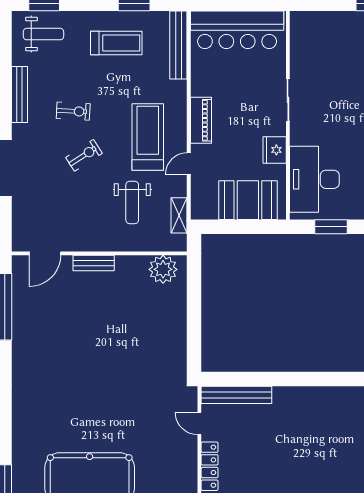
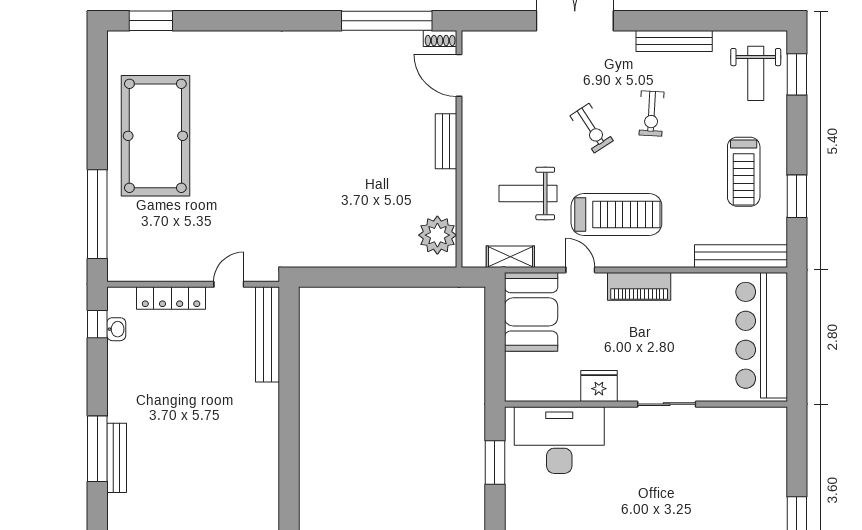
booth: (248, 200) -> (531, 312), moved
shoe rack: (18, 267) -> (440, 38), added

